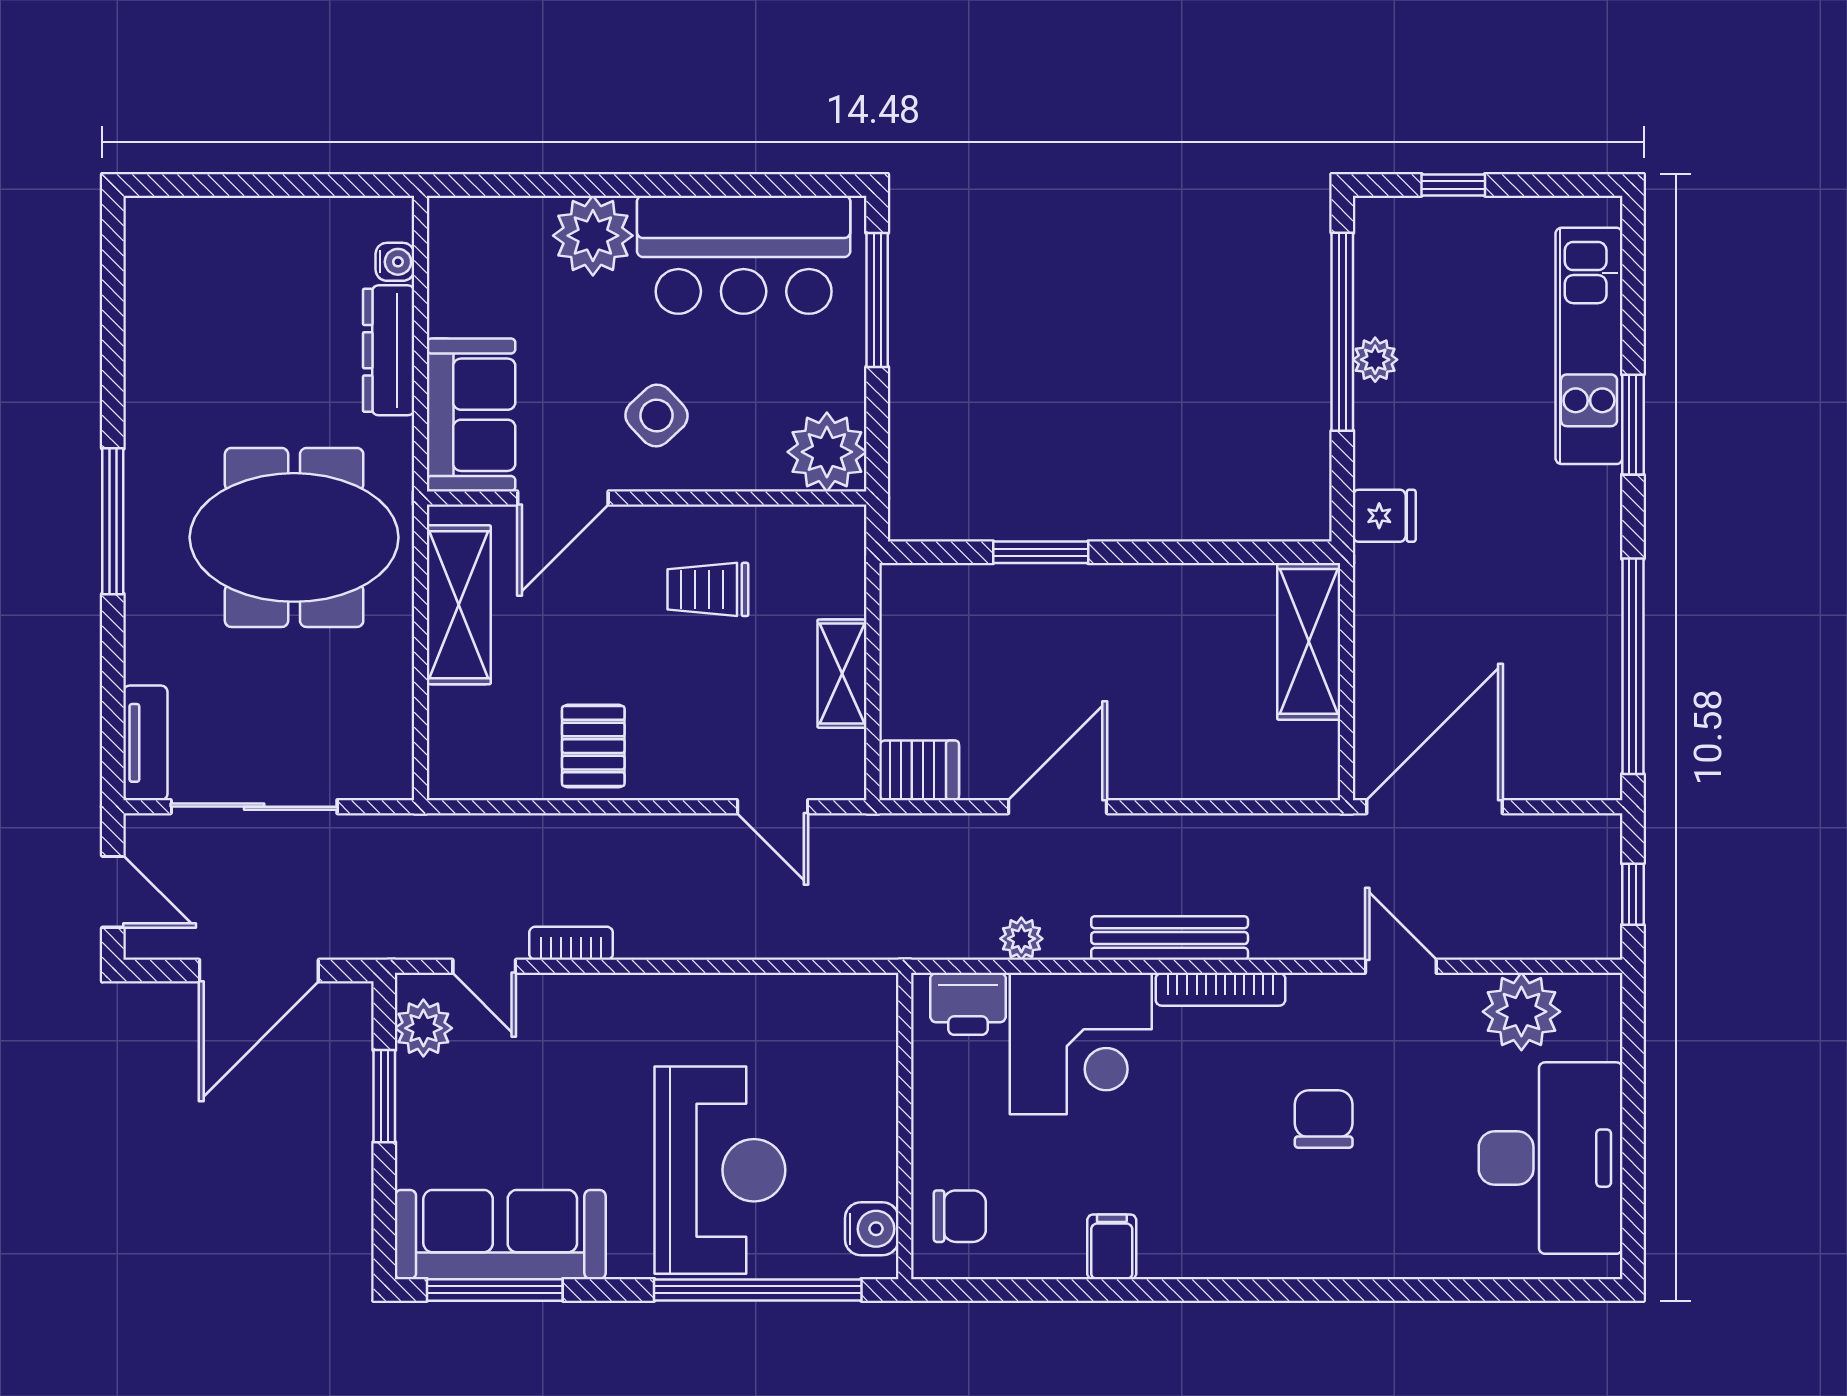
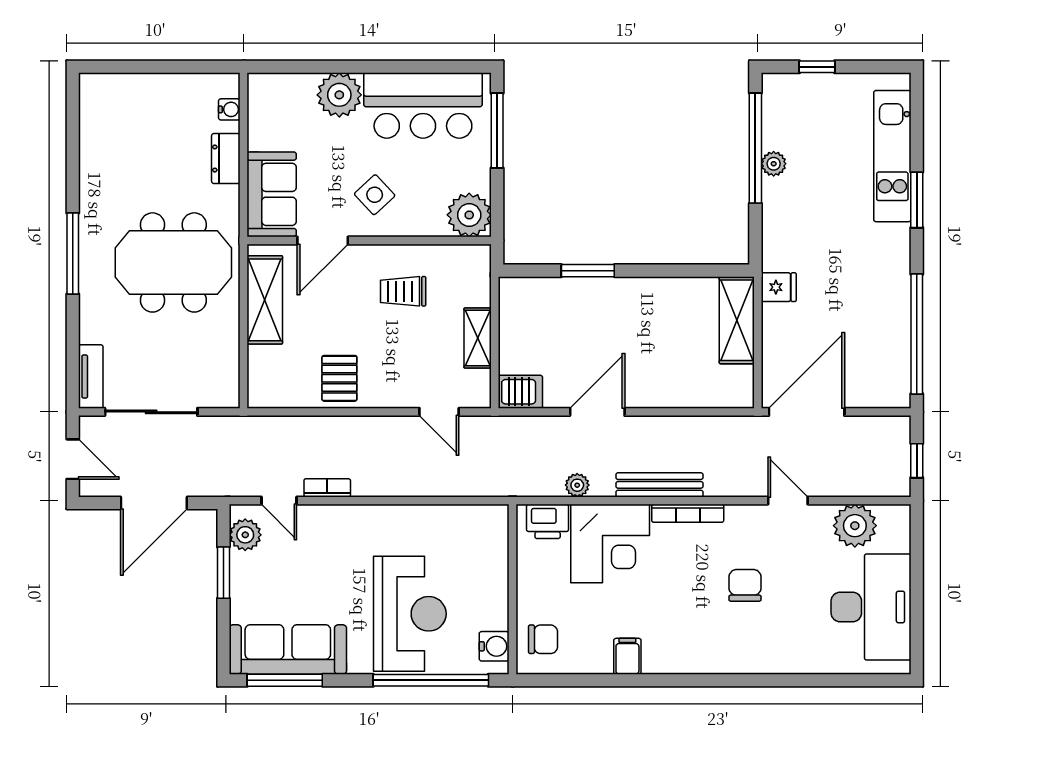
dresser: (389, 350) -> (226, 159), width x0.70
fridge: (1384, 516) -> (779, 287), moved

